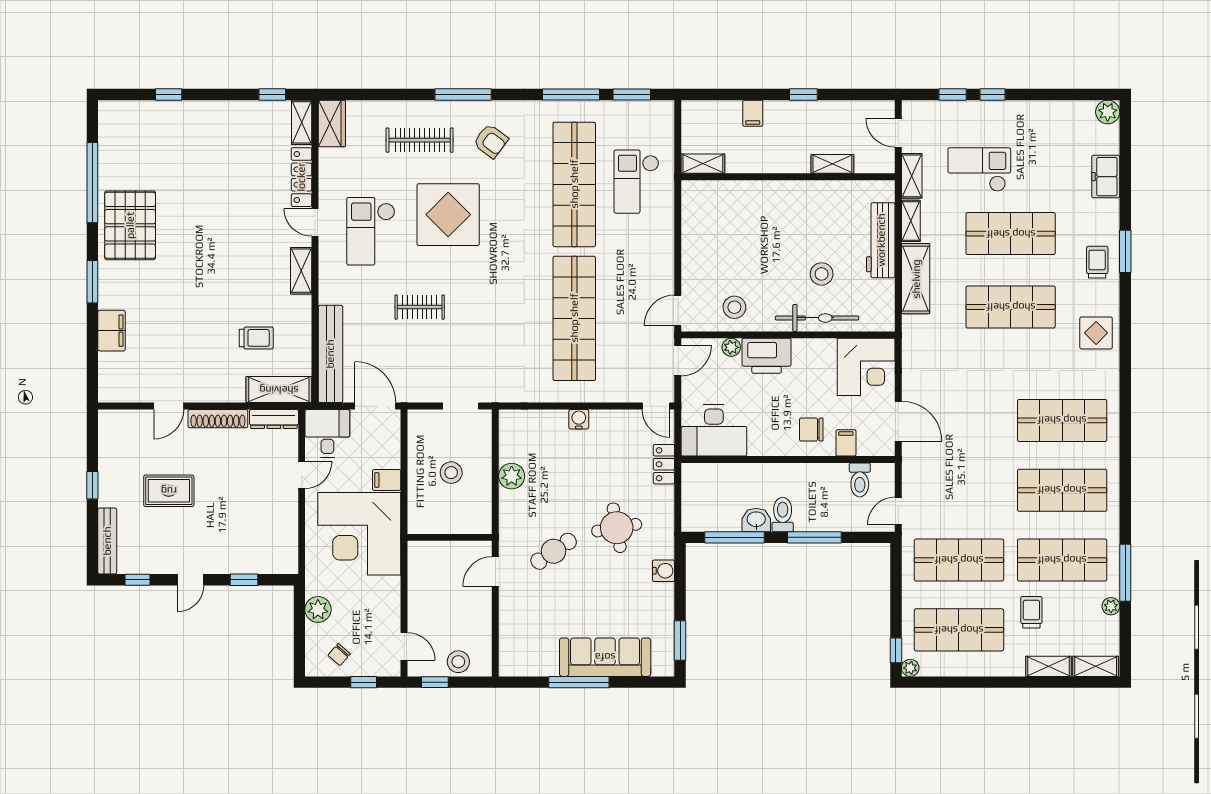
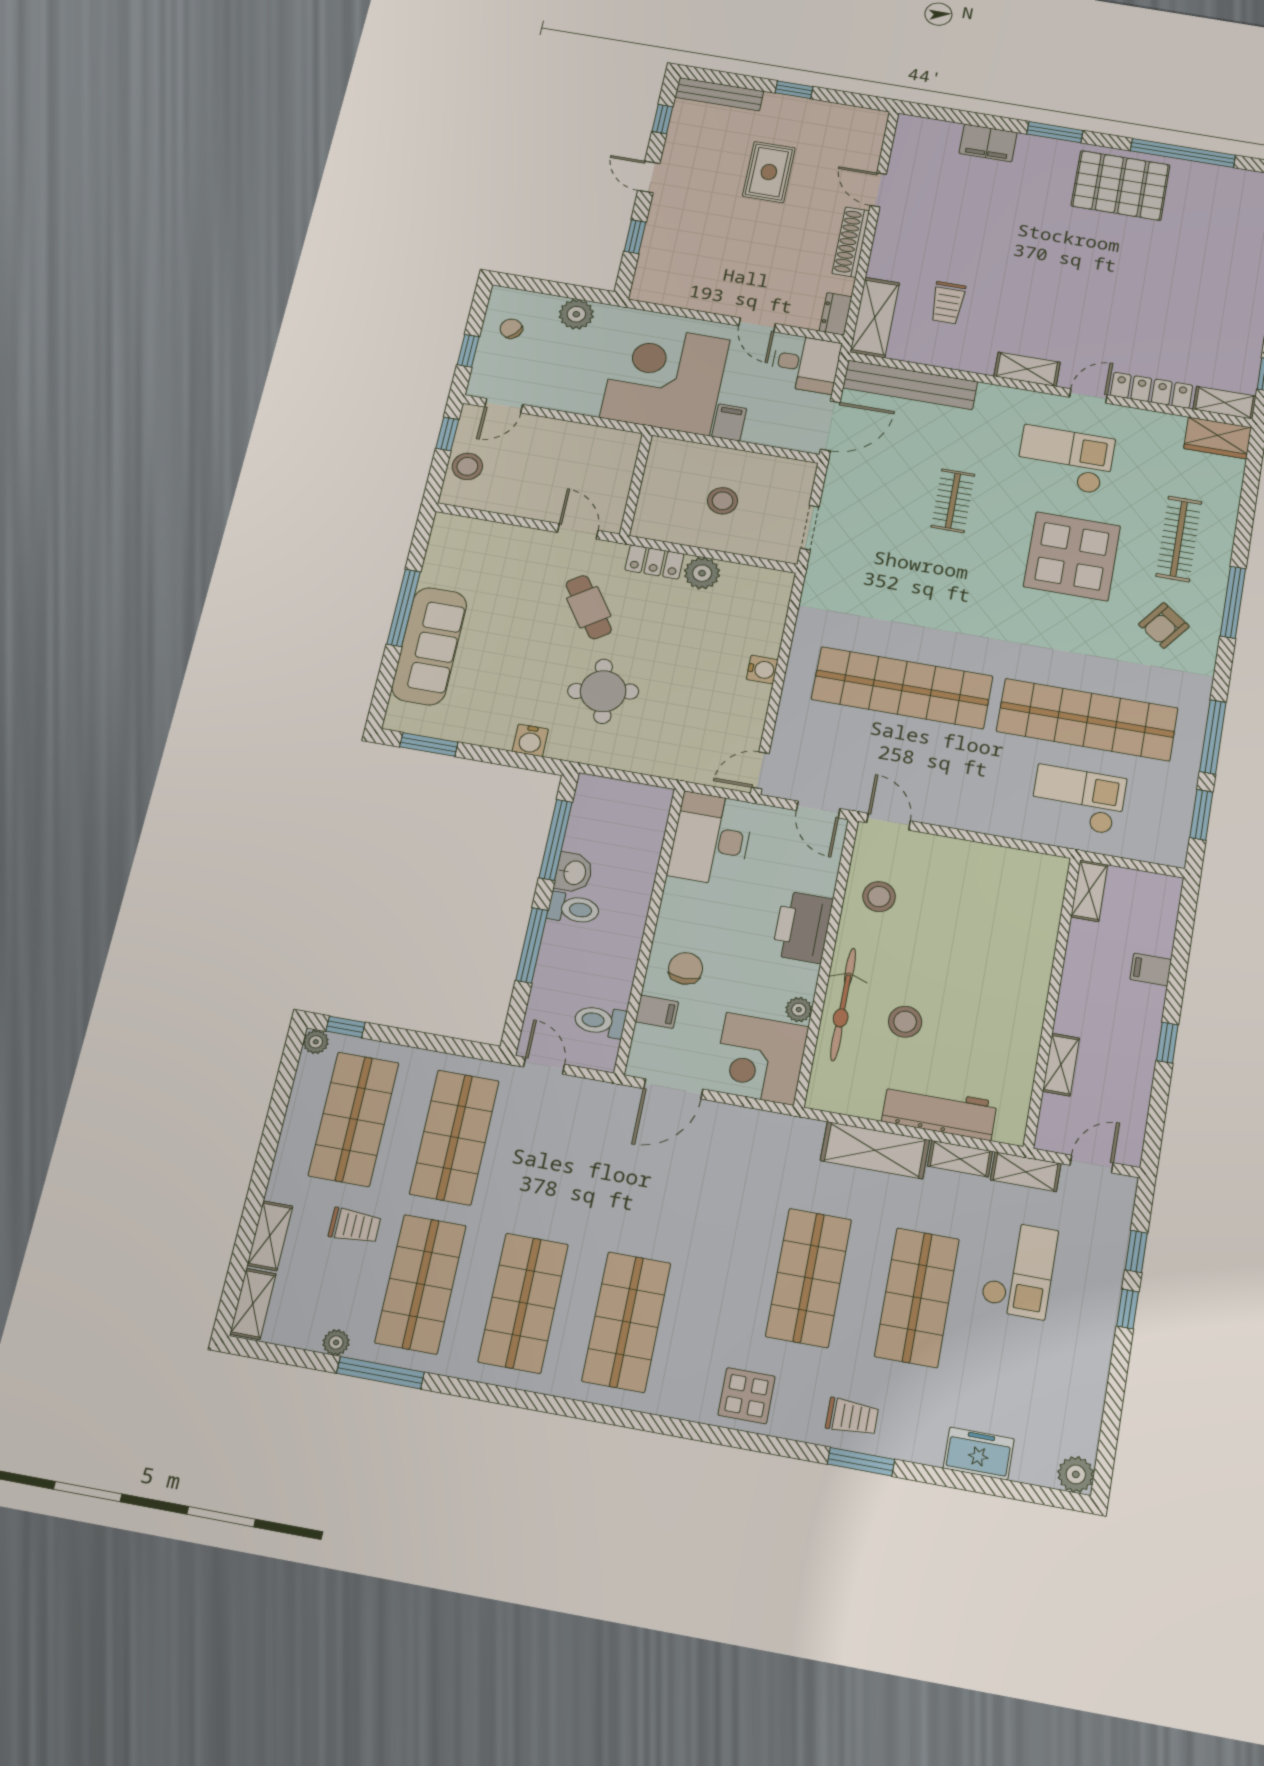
plant: (731, 347) -> (799, 1010), moved
dresser: (274, 419) -> (836, 314), width x0.70
locker: (664, 464) -> (654, 562), moved, turned 180

